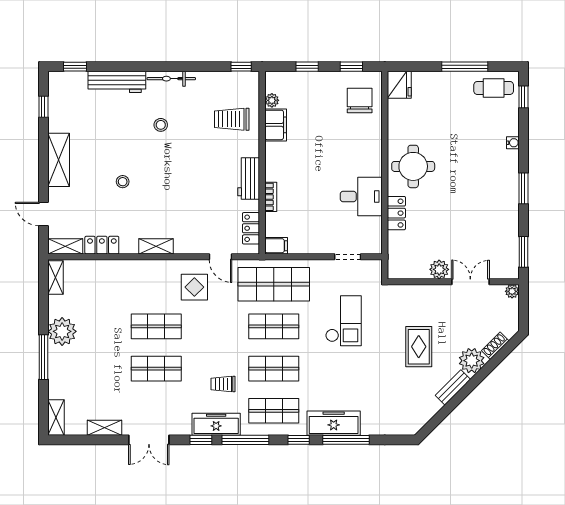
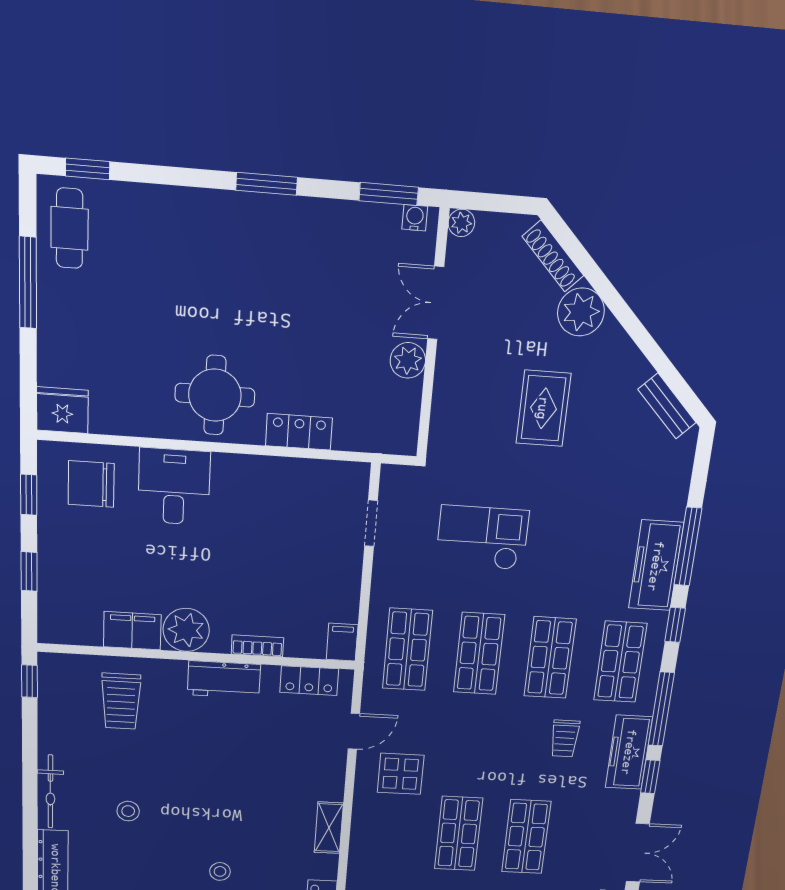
plant: (272, 100) -> (186, 630), moved, width x1.88, depth x1.88
water cooler: (513, 143) -> (415, 218), moved
desk: (361, 197) -> (174, 487), moved
shop shelf: (274, 284) -> (407, 649), width x0.70, depth x0.74
shoe rack: (495, 346) -> (553, 256), width x1.43
rug: (419, 347) -> (543, 408), turned 90
bench: (453, 387) -> (667, 406), moved

